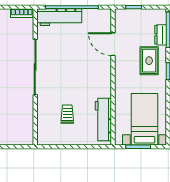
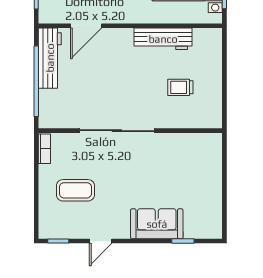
workbench: (59, 17) -> (50, 58), moved
workbench: (103, 119) -> (163, 39), moved

